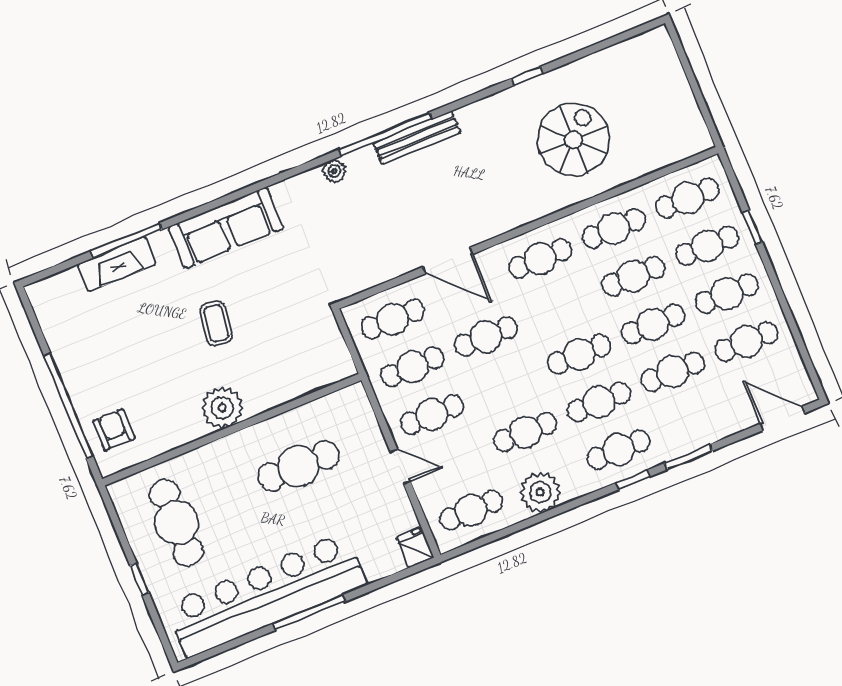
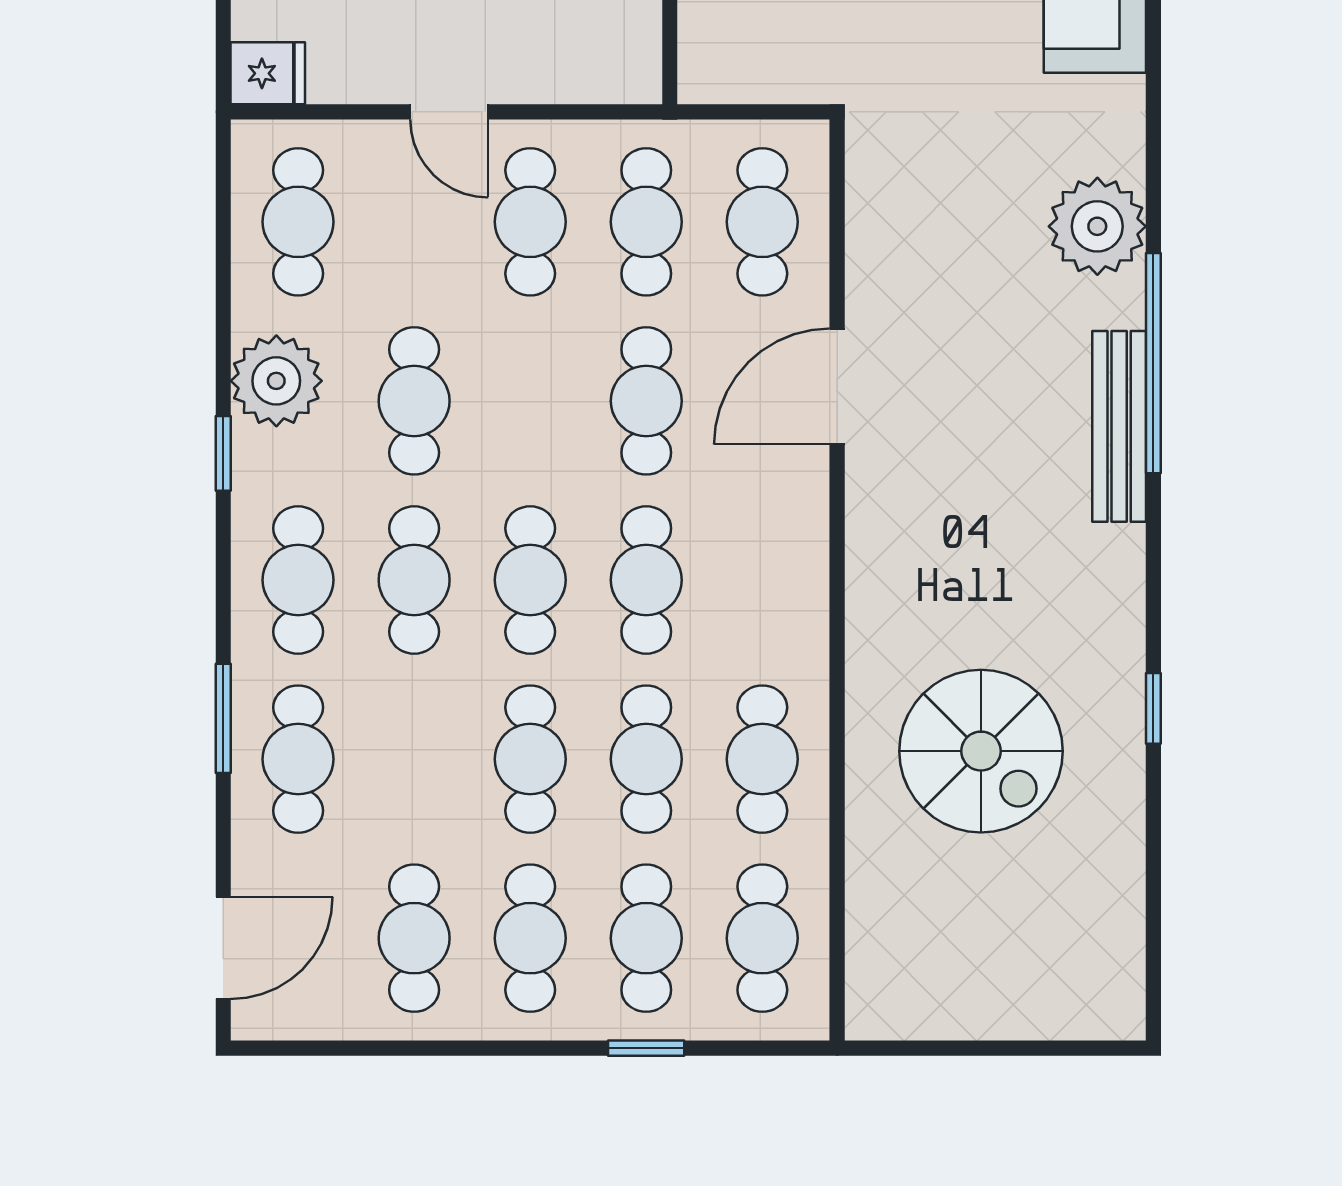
plant: (334, 171) -> (1097, 226), width x1.87, depth x1.87
cafe table: (540, 259) -> (646, 580), moved
cafe table: (673, 372) -> (298, 759), moved
door: (400, 466) -> (449, 112), hinge flipped
window: (633, 480) -> (223, 453), moved

